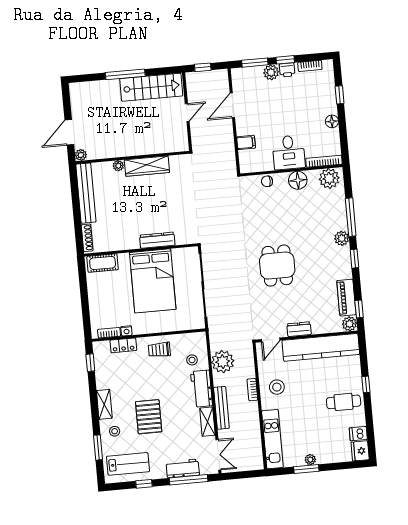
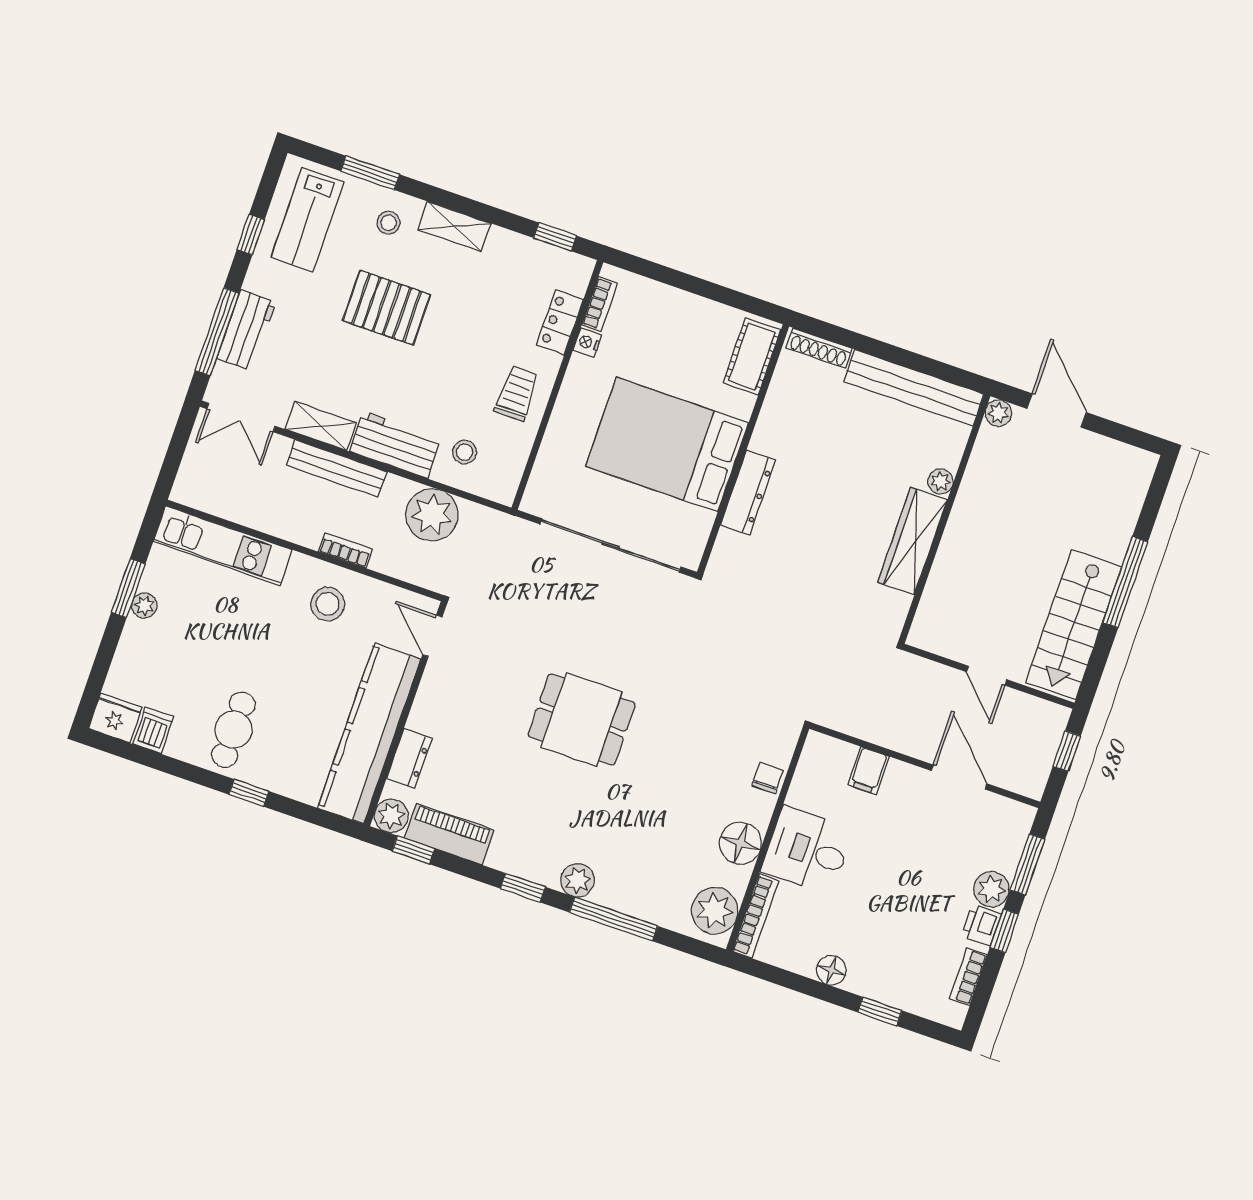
dresser: (299, 329) -> (409, 759), moved

